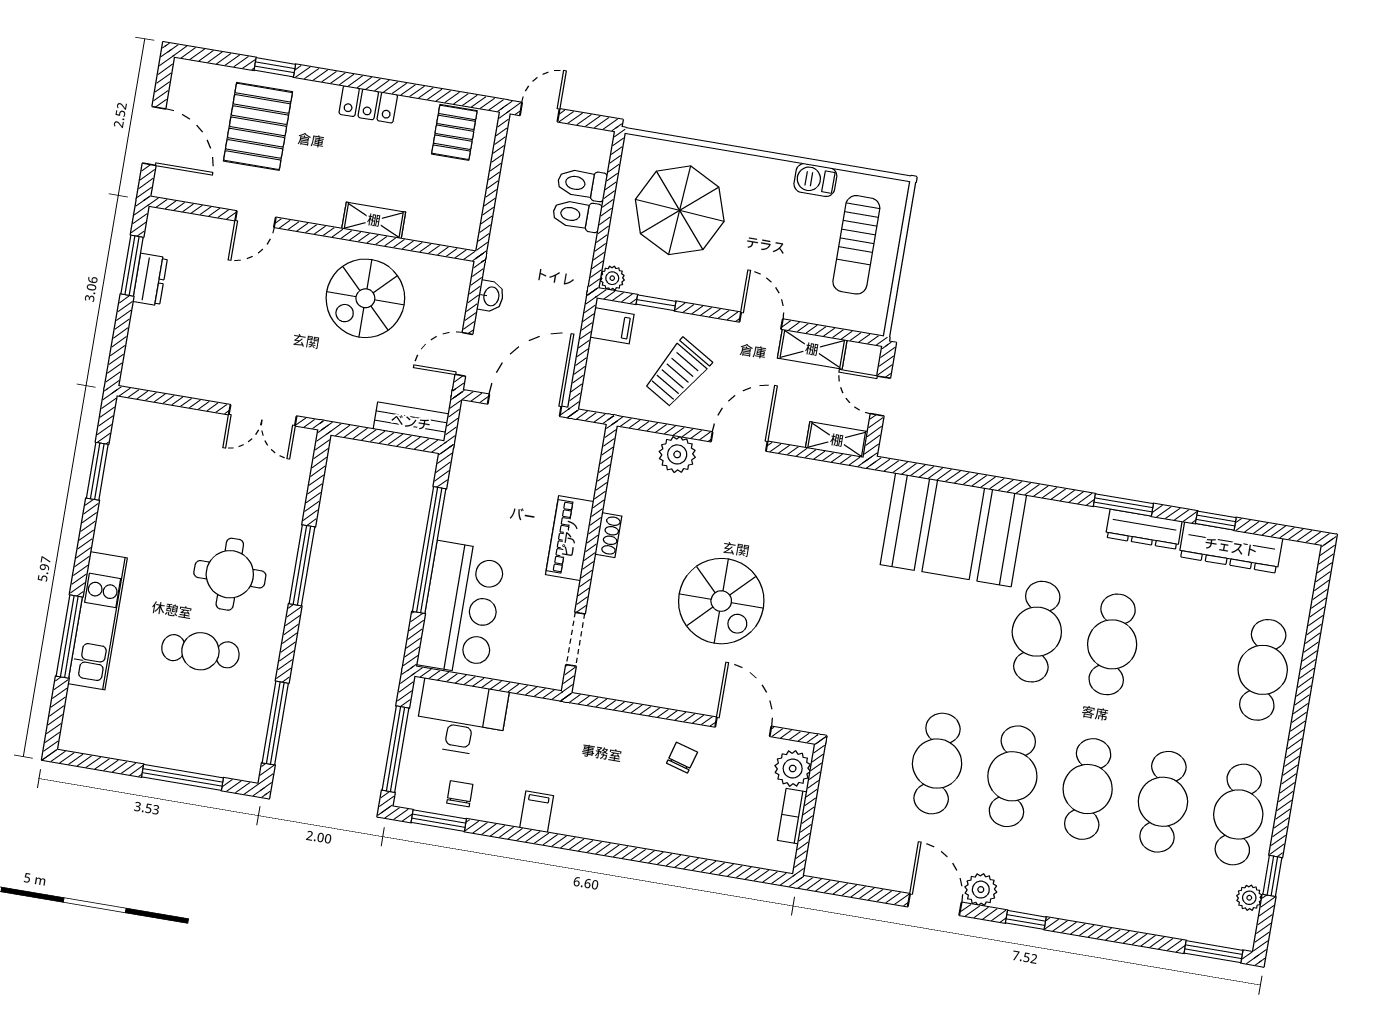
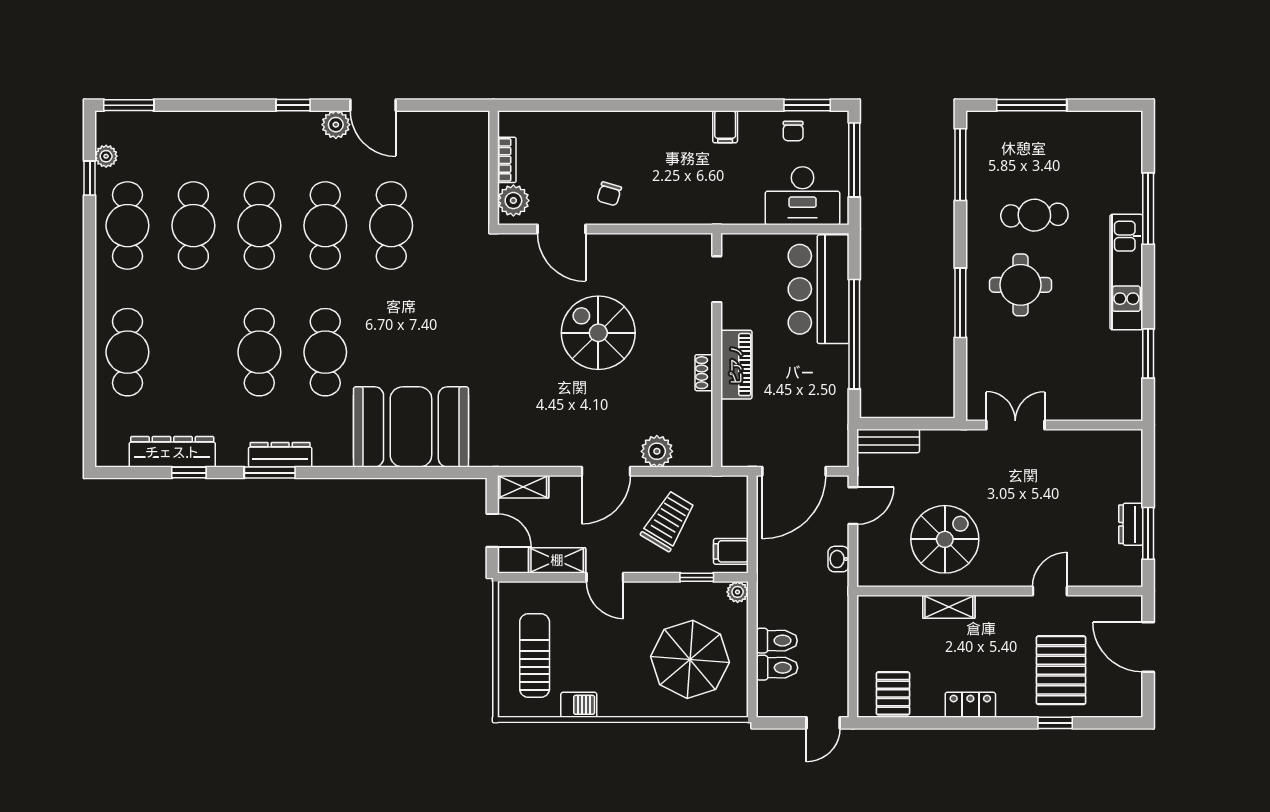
dresser: (1144, 529) -> (280, 455), moved
kitchen unit: (97, 621) -> (1126, 272), moved

